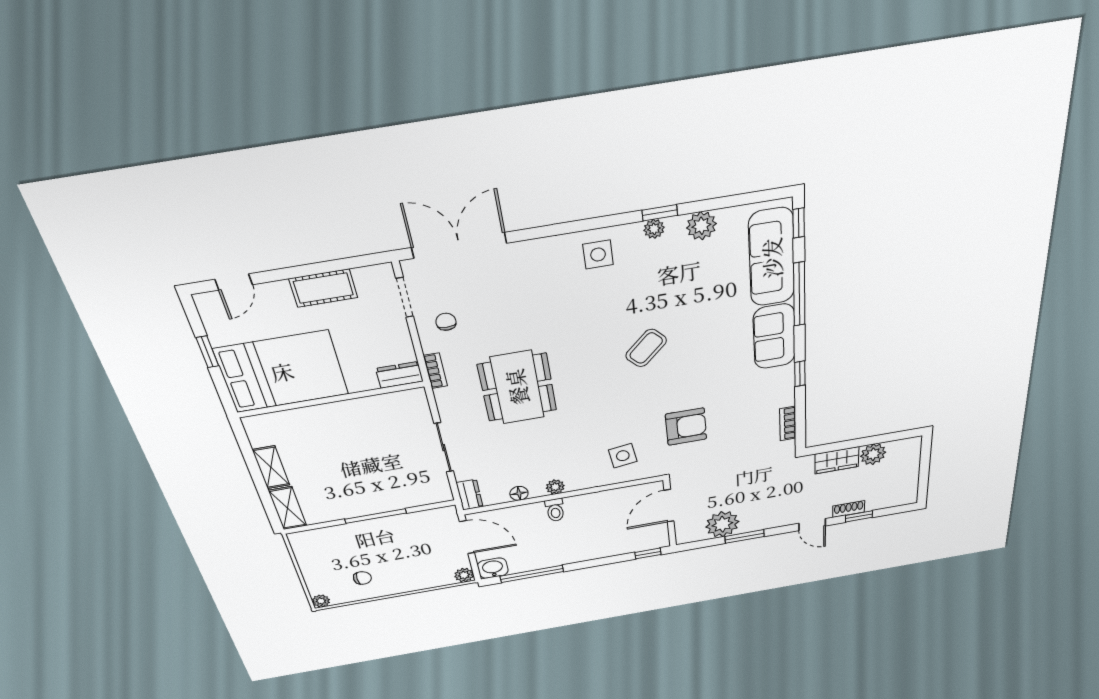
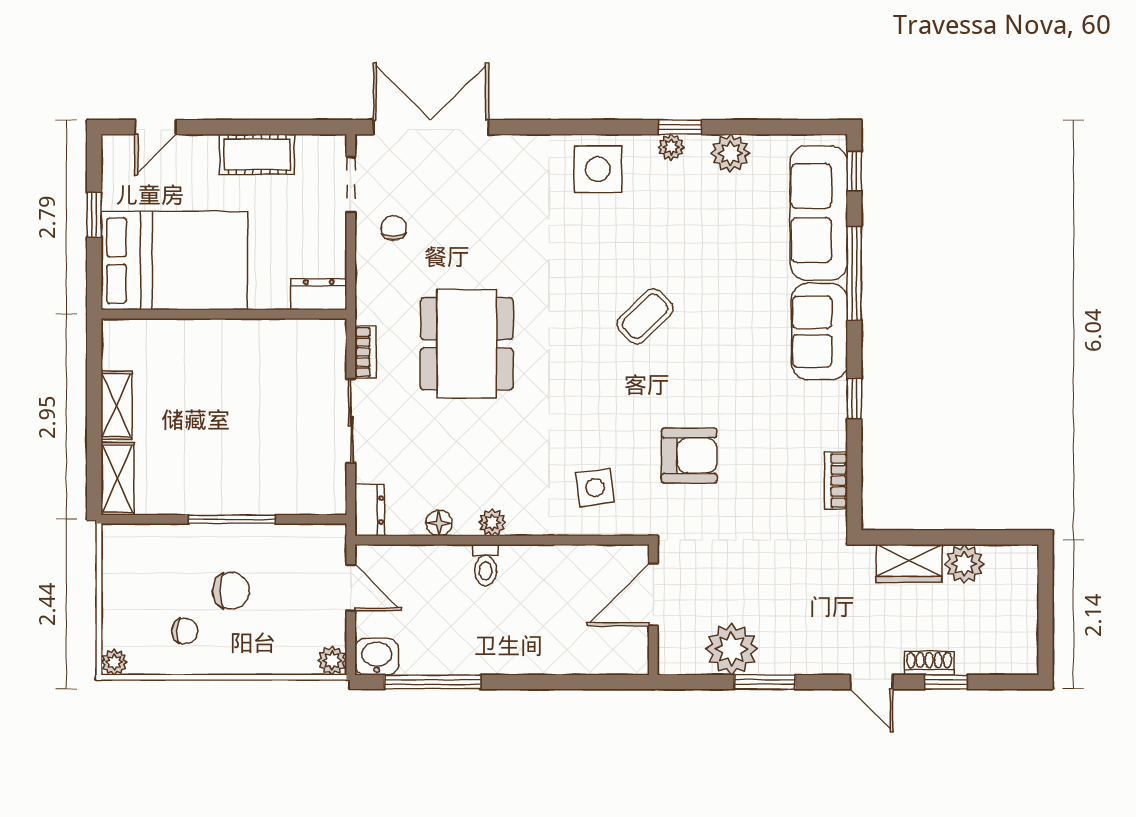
side table: (598, 255) -> (598, 169), width x1.37, depth x1.37
bookcase: (435, 371) -> (365, 352), moved
door: (467, 537) -> (351, 588), width x0.73
chair: (387, 553) -> (231, 591), added
window: (648, 553) -> (613, 682), removed

